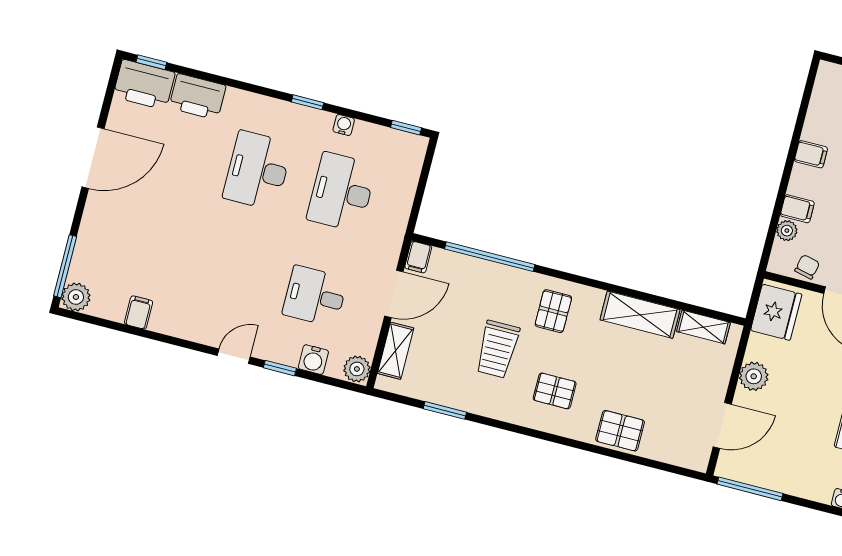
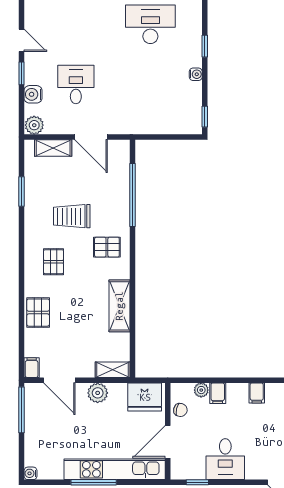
desk: (342, 192) -> (150, 84), removed
filing cabinet: (418, 257) -> (32, 368), moved, turned 90
shelving: (703, 327) -> (113, 370), moved, turned 90

